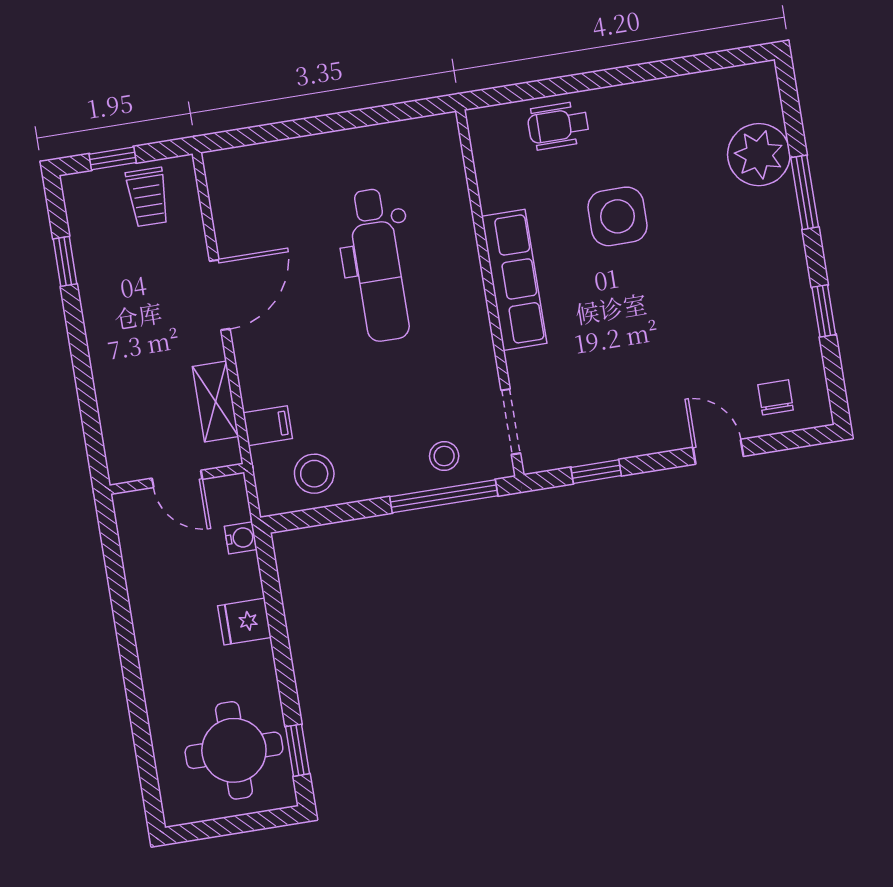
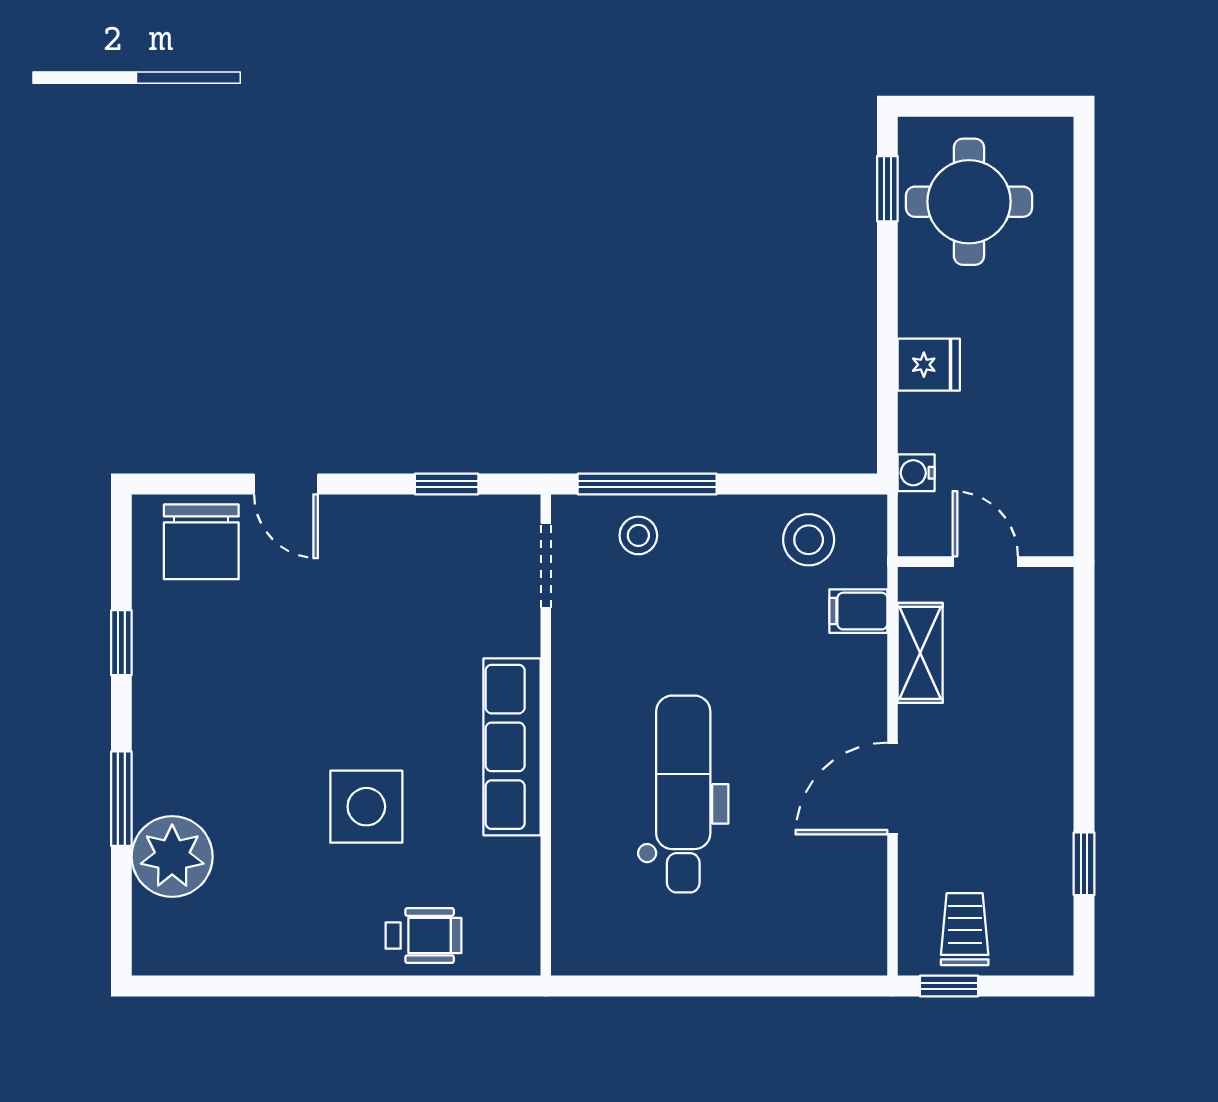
window: (113, 158) -> (949, 986), moved
chair: (776, 397) -> (201, 542), width x1.87, depth x1.87

